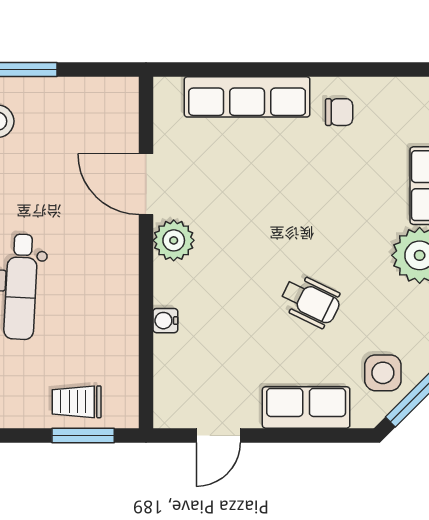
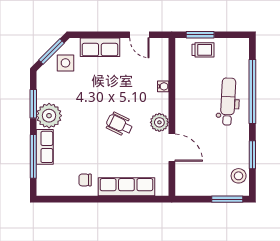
wheelchair: (311, 301) -> (119, 124), moved
door: (218, 435) -> (139, 35), swing flipped

